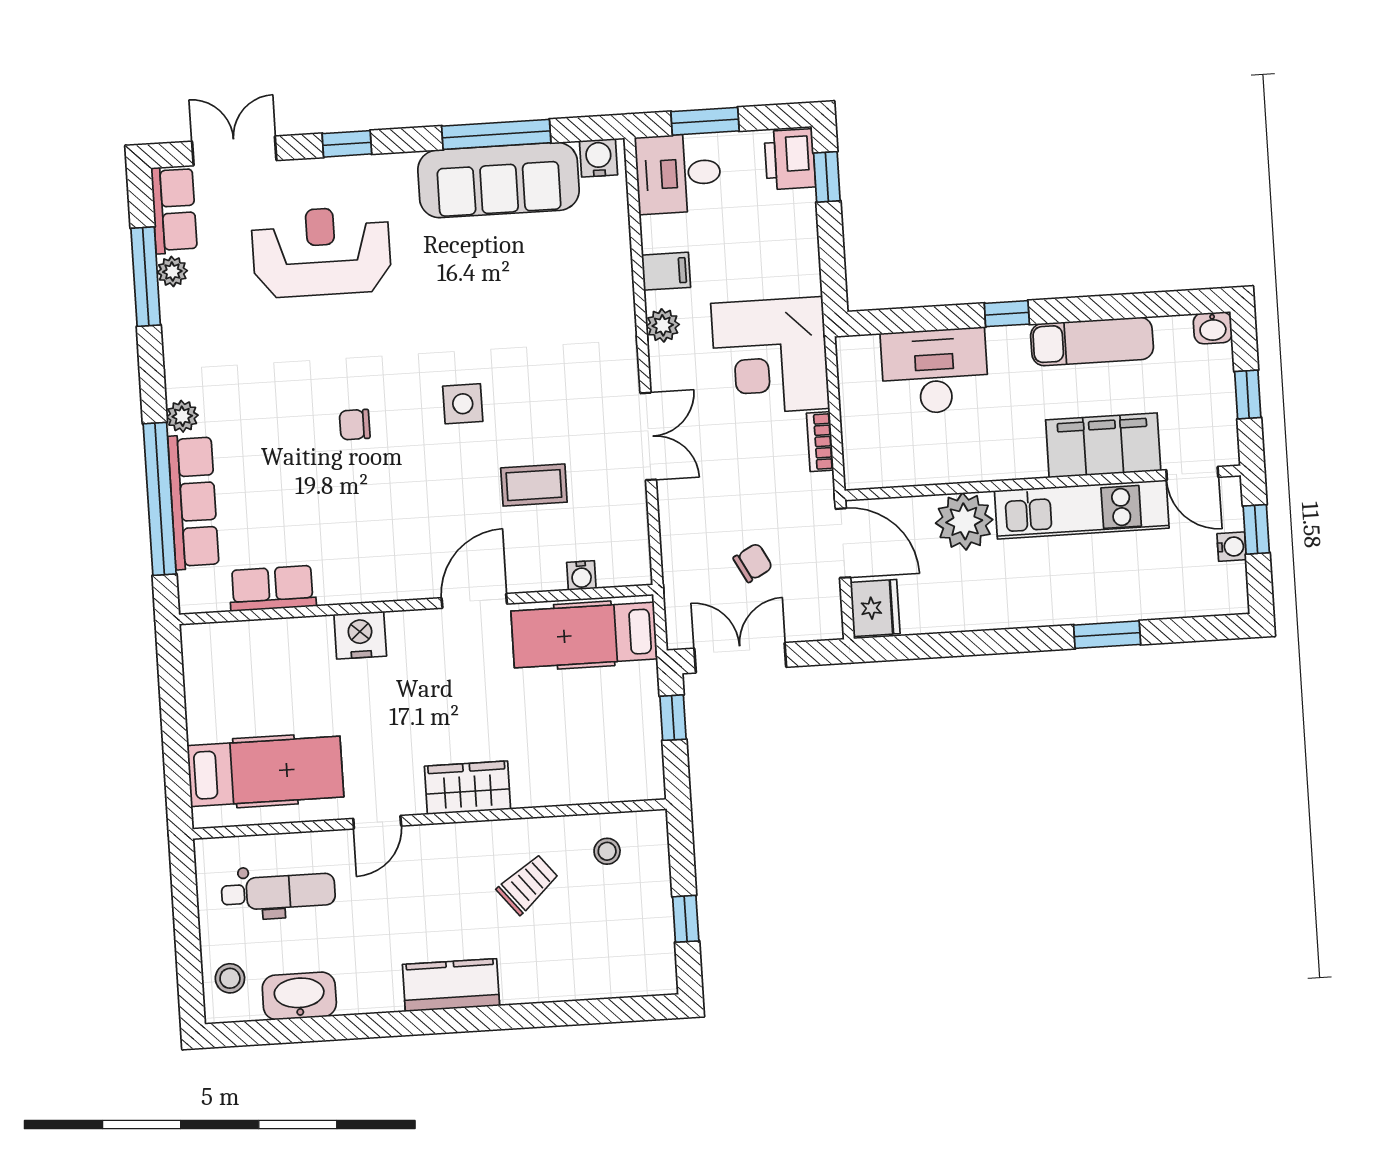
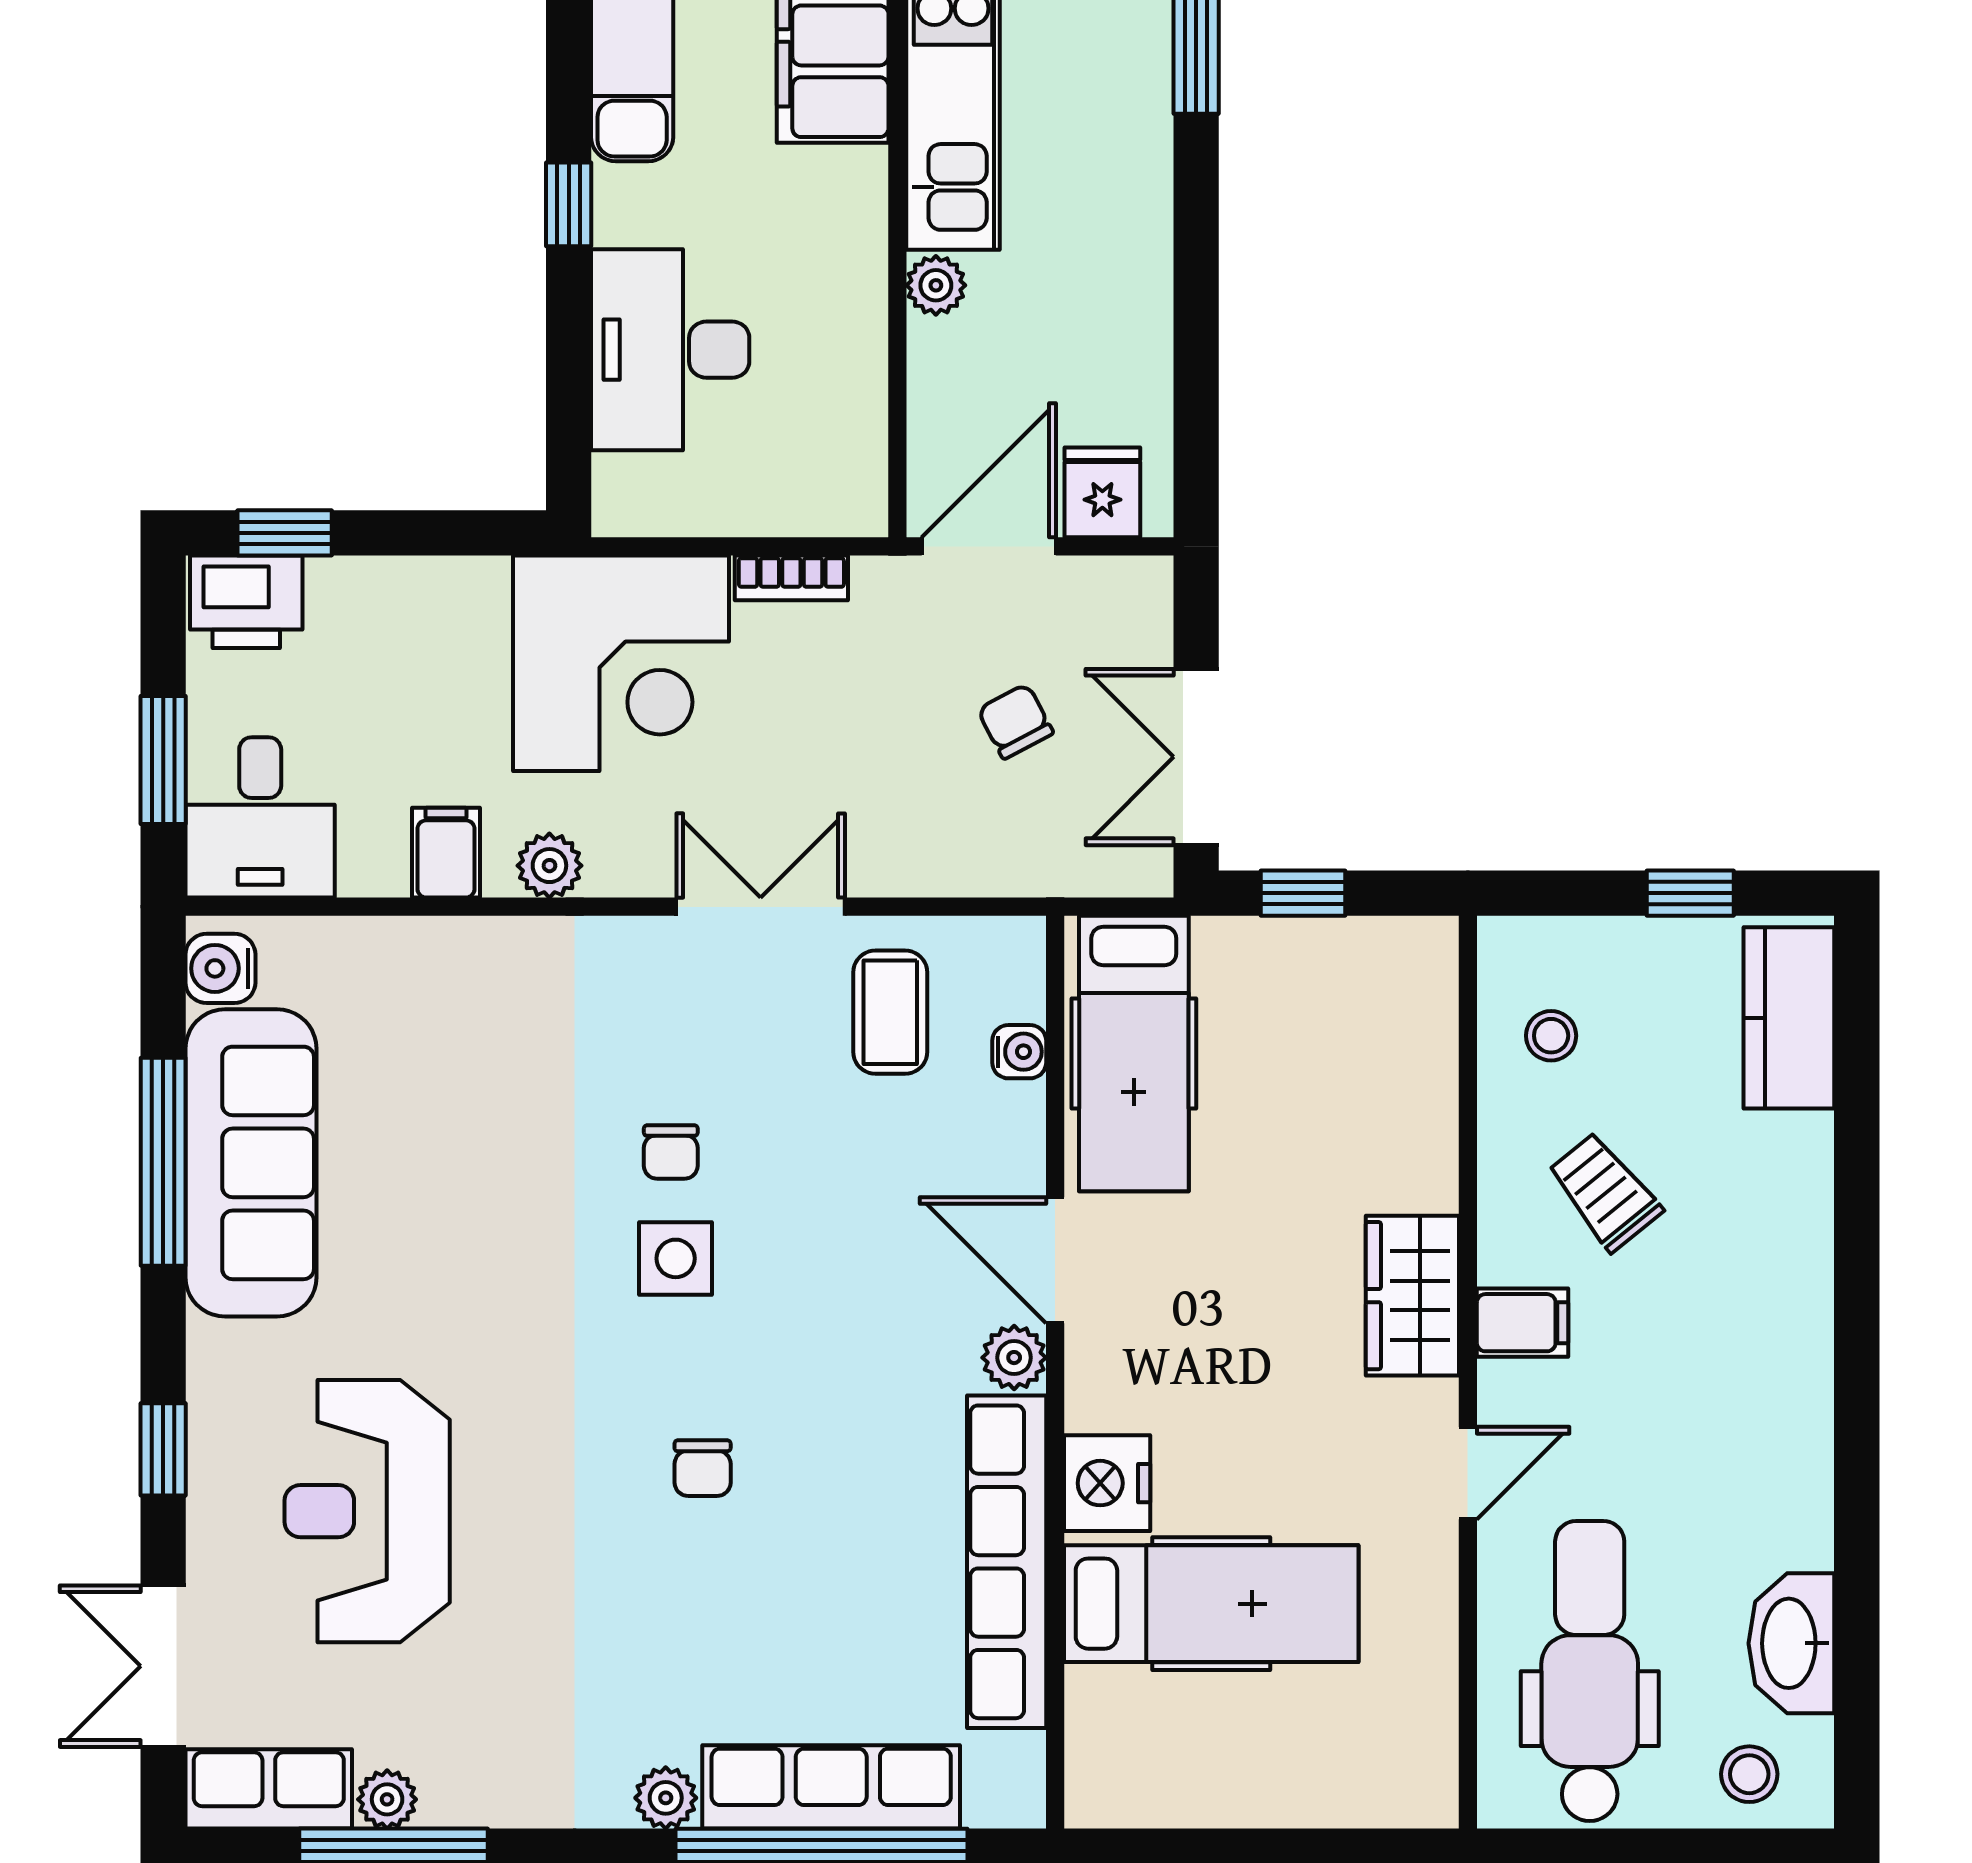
chair: (518, 398) -> (671, 1152), added
coffee table: (534, 485) -> (890, 1012), moved
plant: (964, 521) -> (936, 285), width x0.53, depth x0.53
plant: (422, 583) -> (1014, 1358), added
row of seats: (272, 588) -> (1007, 1562), width x2.02
fridge: (875, 608) -> (1102, 492), width x0.72
hospital bed: (265, 771) -> (1211, 1604), moved, turned 90
door: (377, 822) -> (1468, 1473), hinge flipped
filing cabinet: (457, 846) -> (1523, 1323), added
dental chair: (278, 892) -> (1590, 1671), width x1.36, depth x1.38
kitchen counter: (451, 985) -> (1789, 1018), moved

